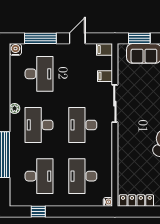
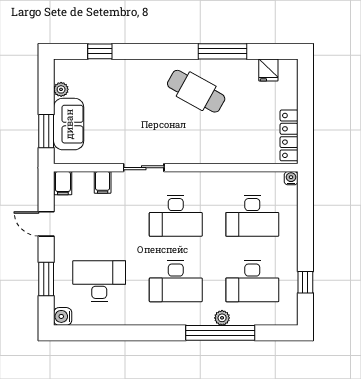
window: (40, 38) -> (46, 279), width x0.69
sliding door: (115, 104) -> (144, 168), width x0.73
plant: (15, 108) -> (222, 318), moved
desk: (39, 176) -> (252, 281), turned 180

